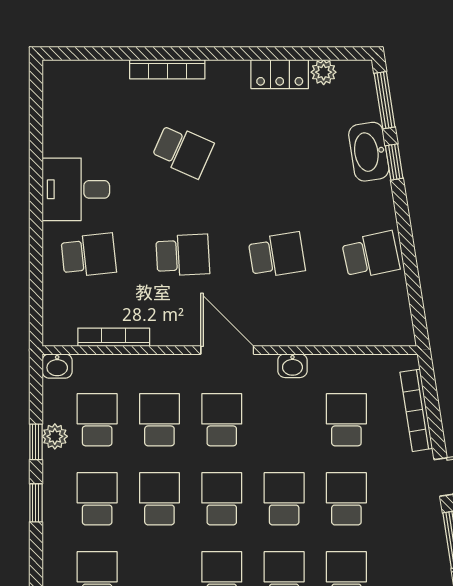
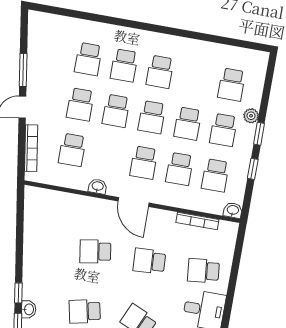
washbasin: (369, 152) -> (29, 309), width x0.52, depth x0.69
school desk: (371, 255) -> (85, 311), moved
plant: (55, 436) -> (251, 116), moved

